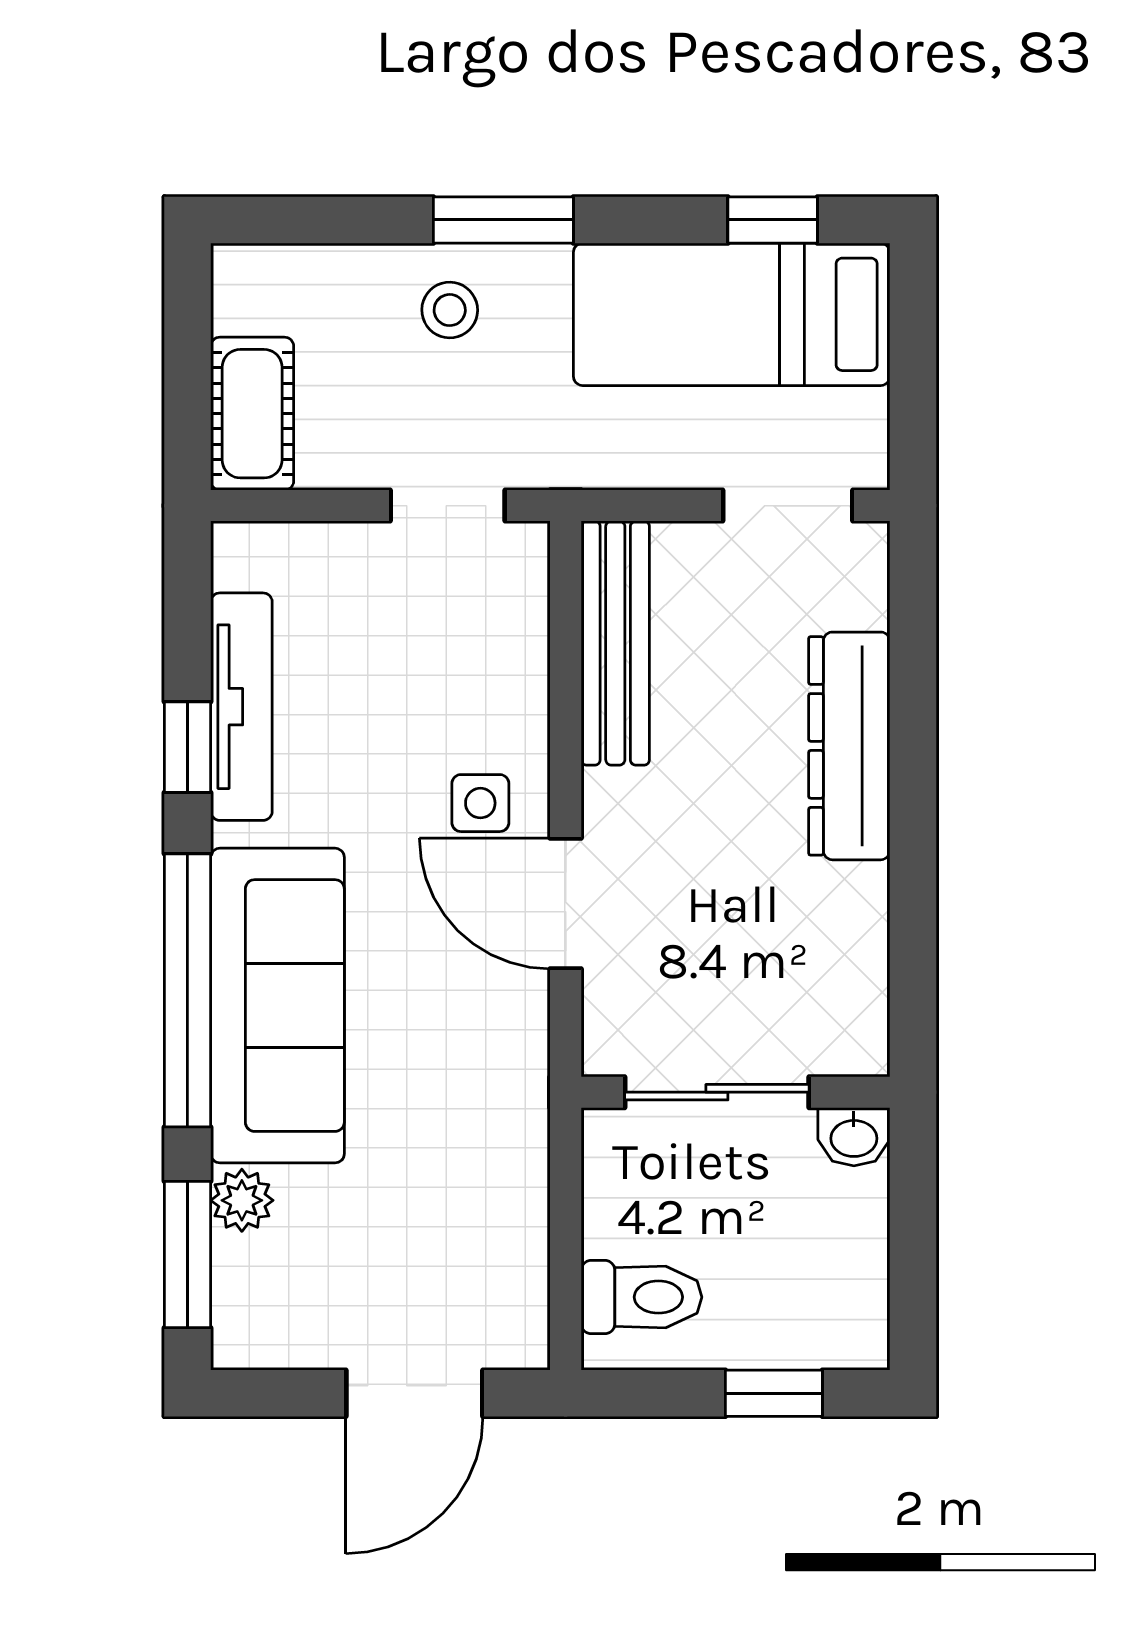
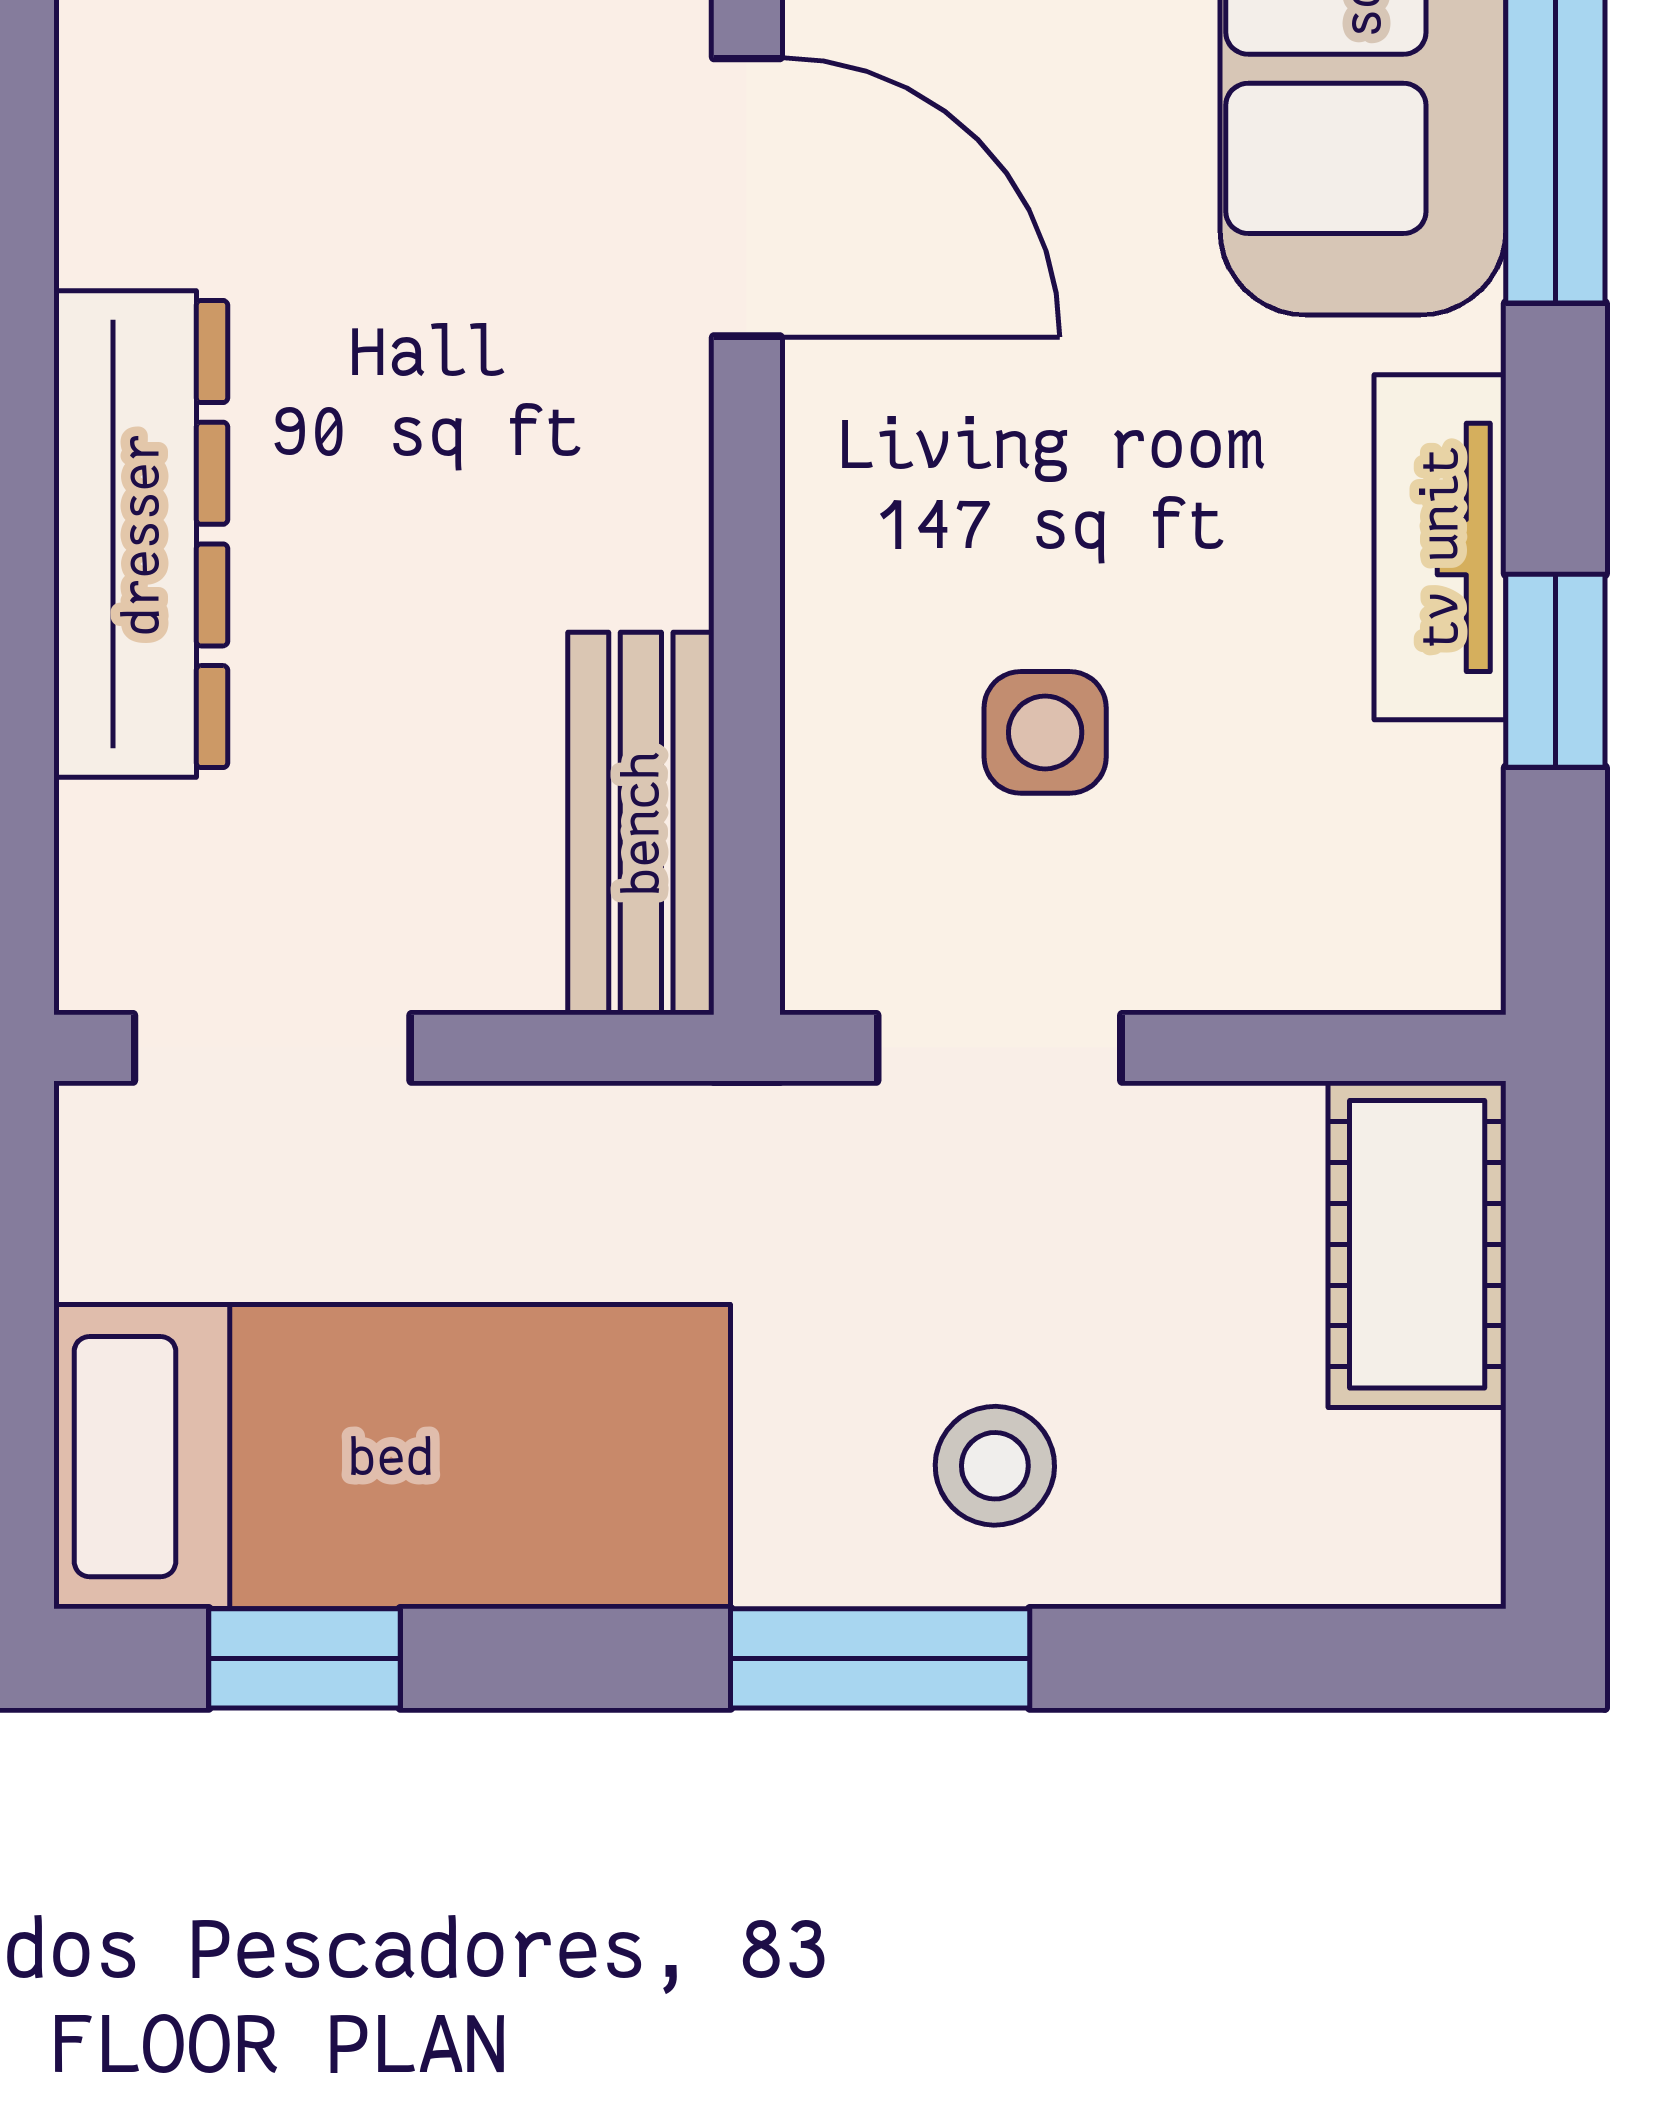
bench: (615, 643) -> (641, 823), width x0.73
tv unit: (241, 707) -> (1440, 547), width x0.71
window: (187, 747) -> (1555, 671), moved
side table: (480, 803) -> (1045, 732), moved

